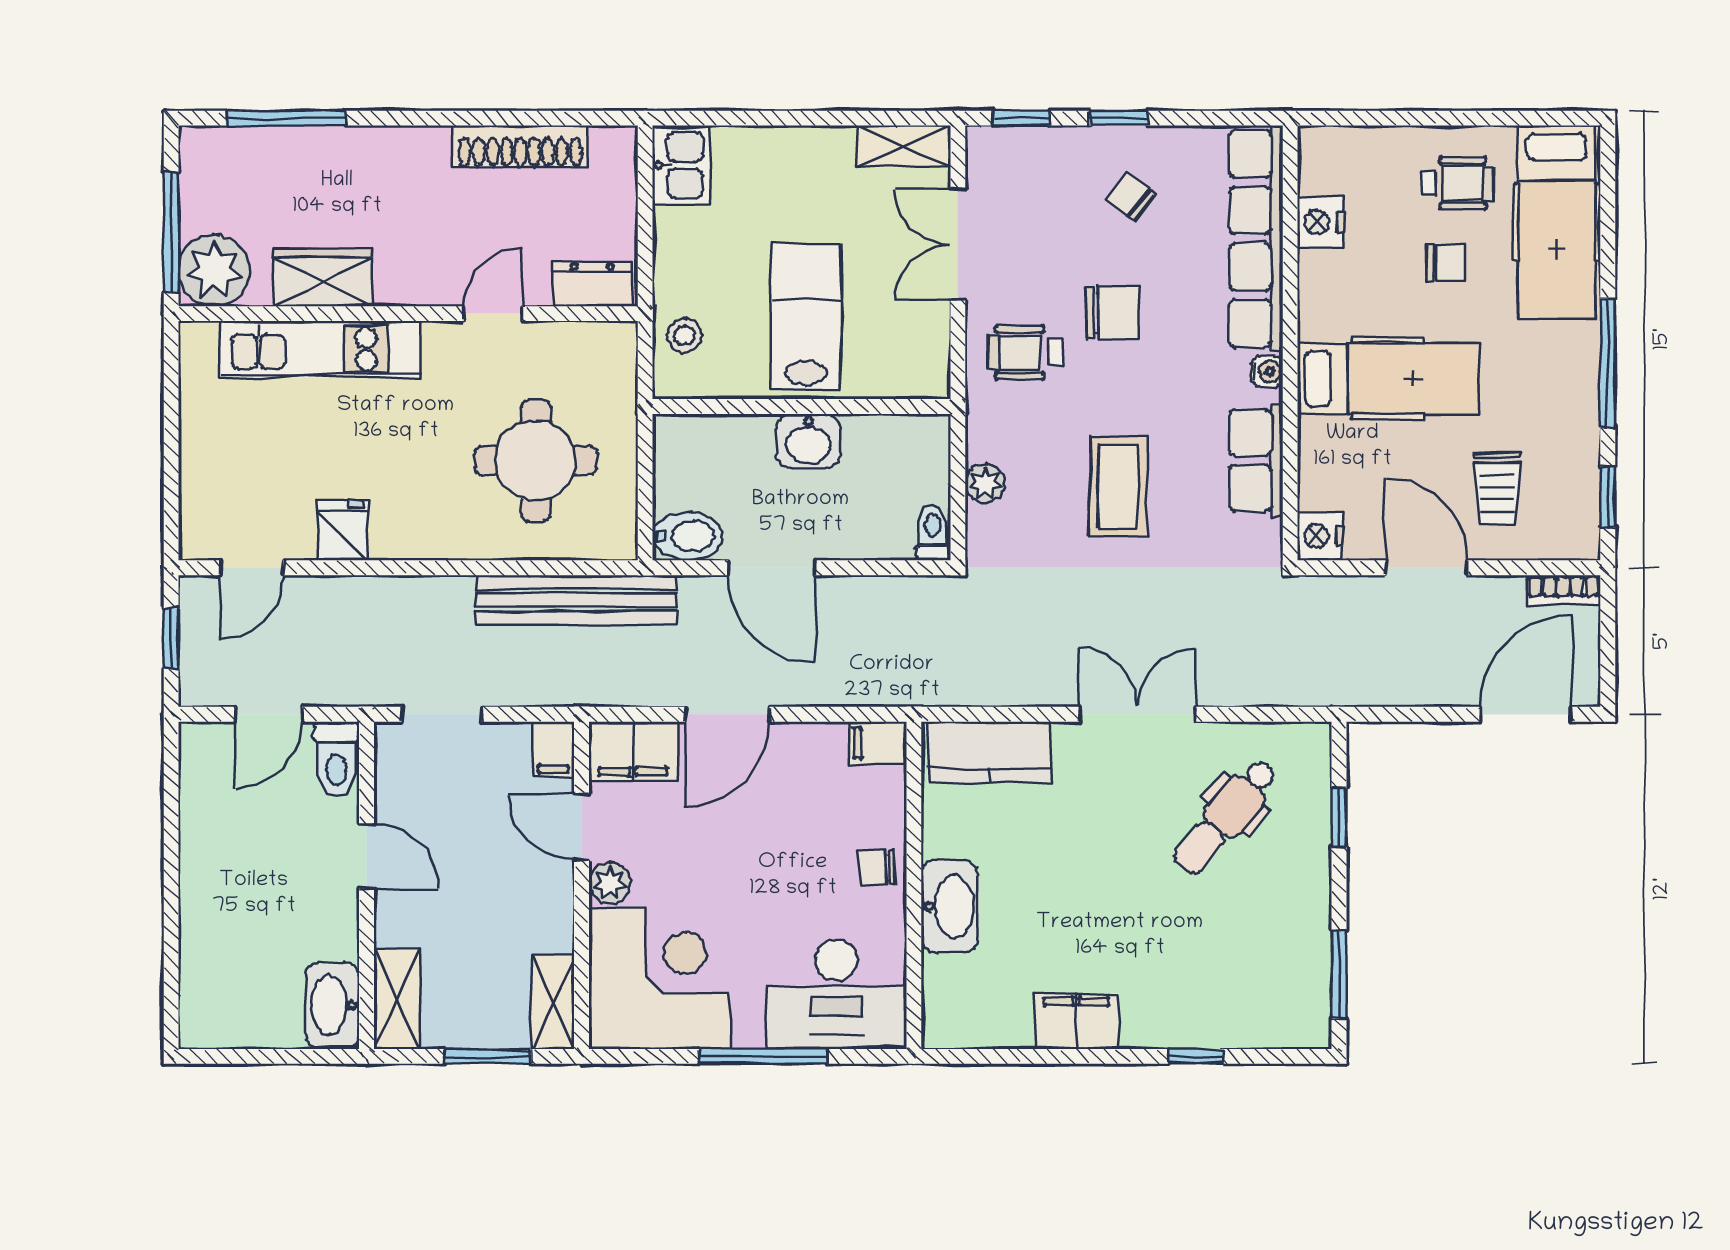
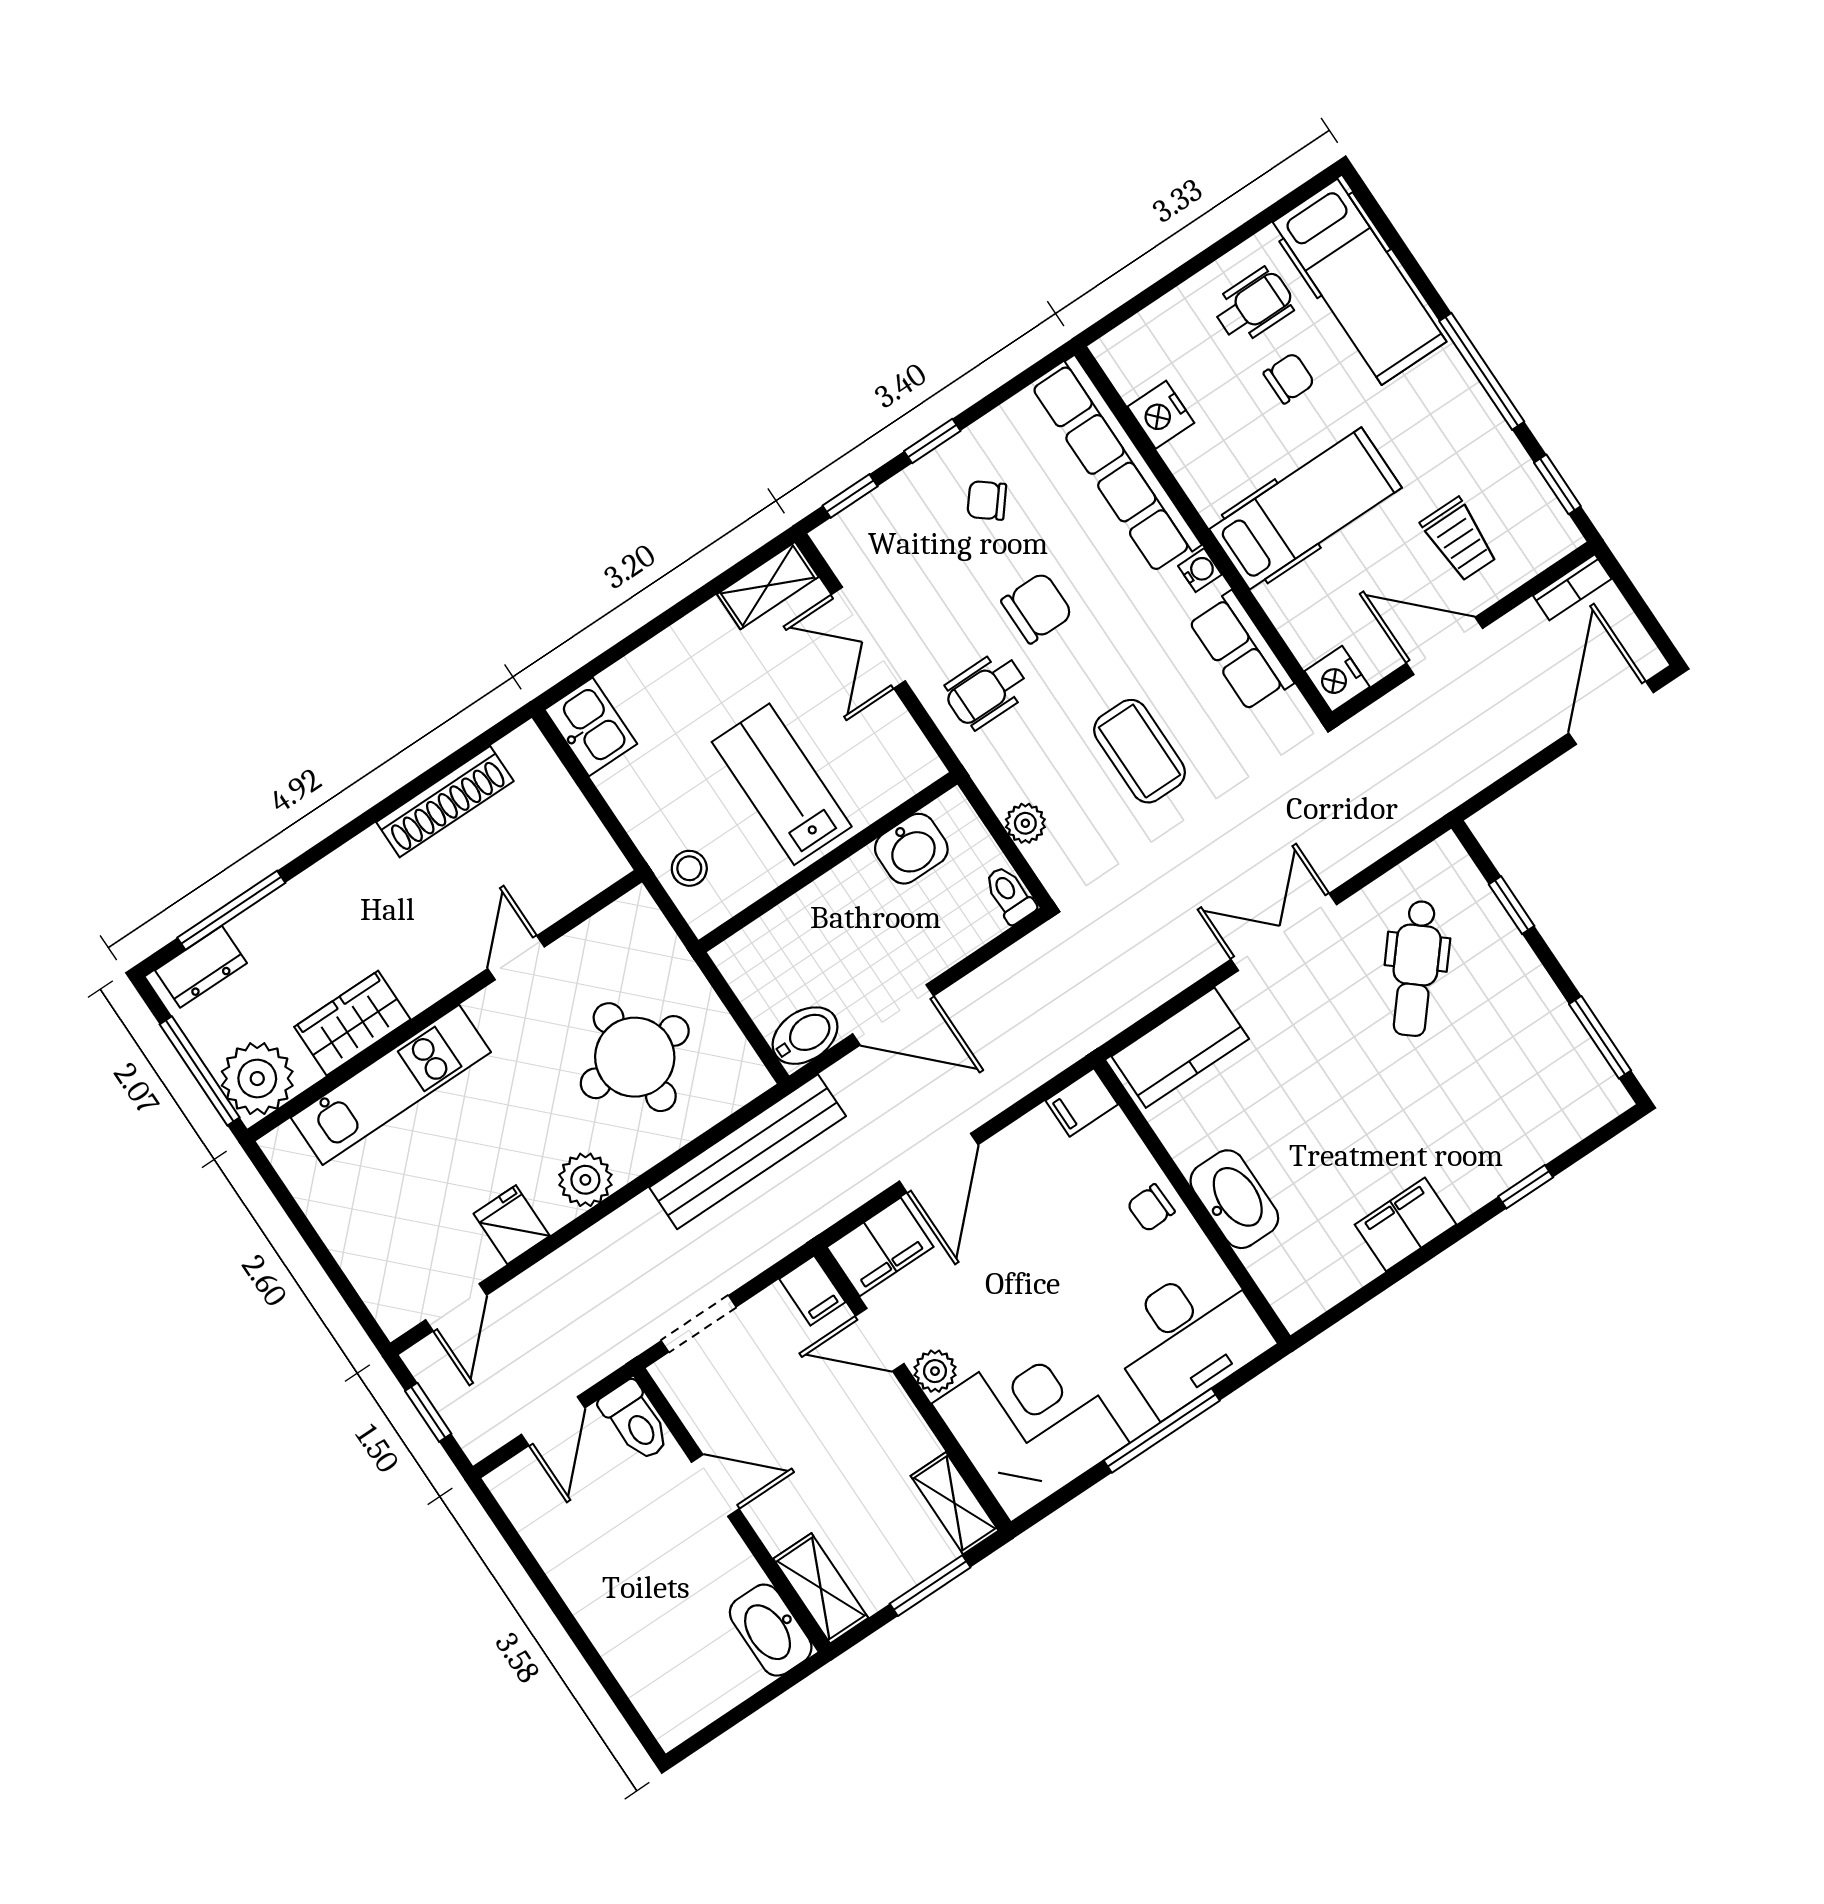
dresser: (592, 284) -> (201, 967), moved, turned 180
washbasin: (808, 441) -> (911, 849), moved
plant: (428, 534) -> (585, 1180), added

